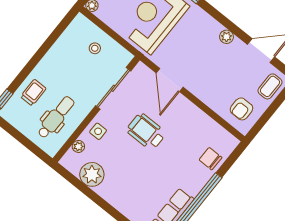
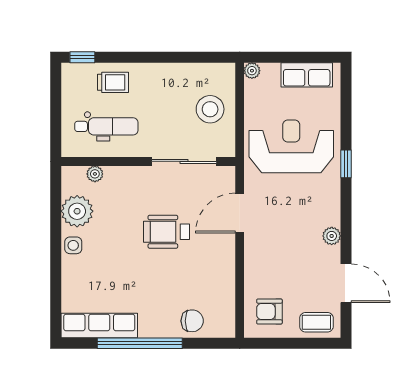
stool: (95, 48) -> (210, 109), width x1.89, depth x1.89
side table: (98, 131) -> (73, 245), moved
wheelchair: (146, 132) -> (167, 232), turned -90
chair: (210, 159) -> (192, 321), turned 90

